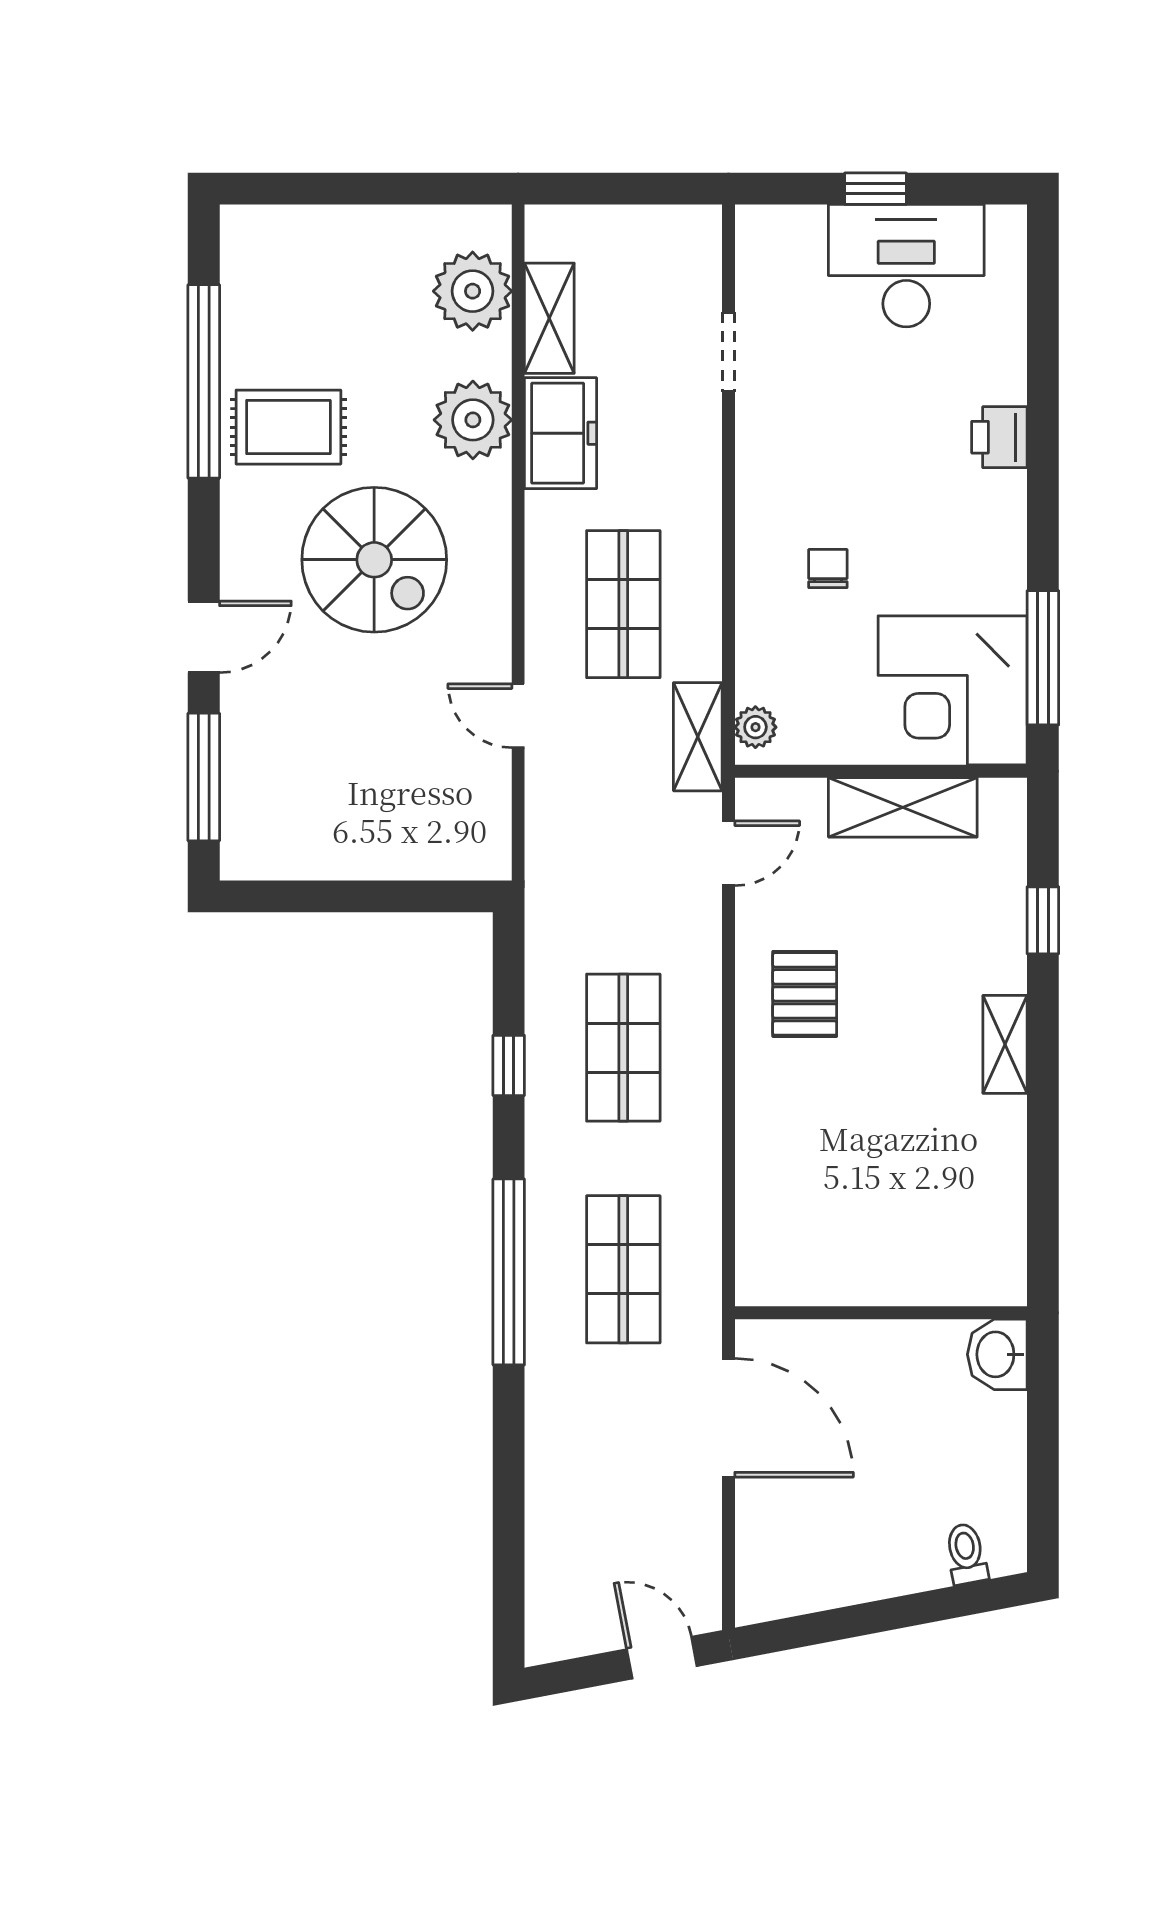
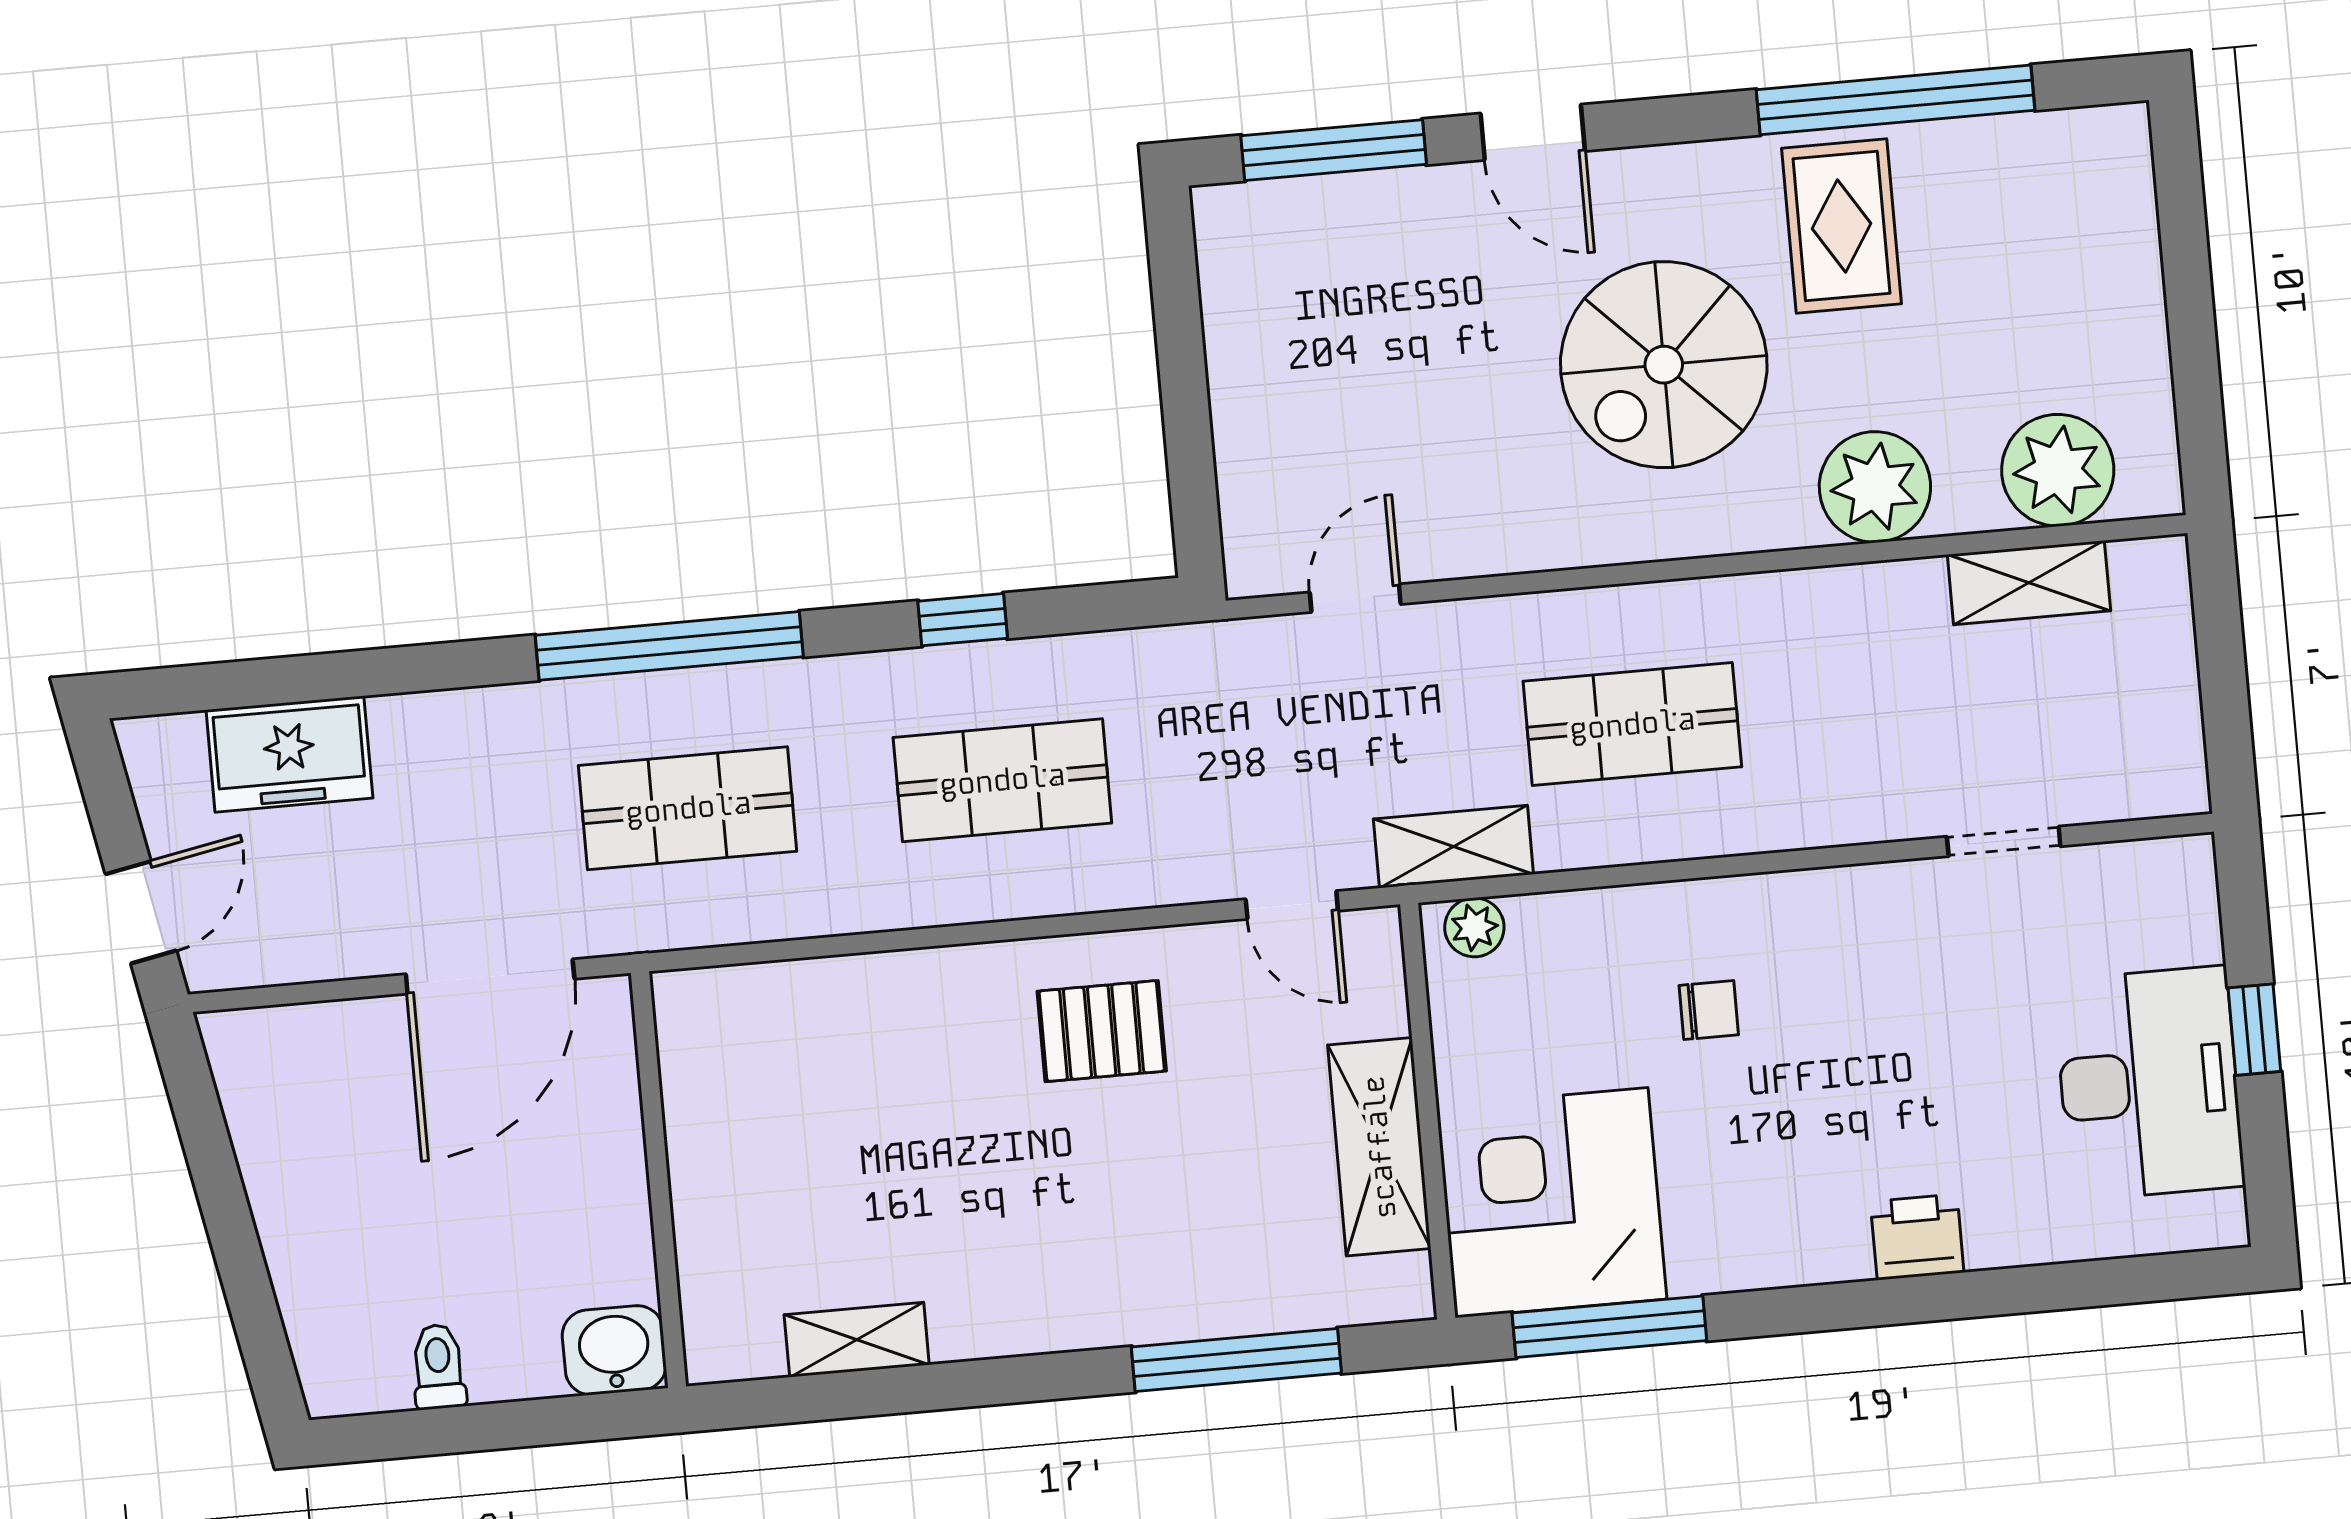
freezer: (561, 433) -> (289, 754), moved
door: (518, 716) -> (1355, 598), moved
window: (1043, 920) -> (1236, 1360), width x2.17
shelving: (1005, 1044) -> (857, 1340), moved
toilet: (966, 1554) -> (438, 1367), moved, turned -79

